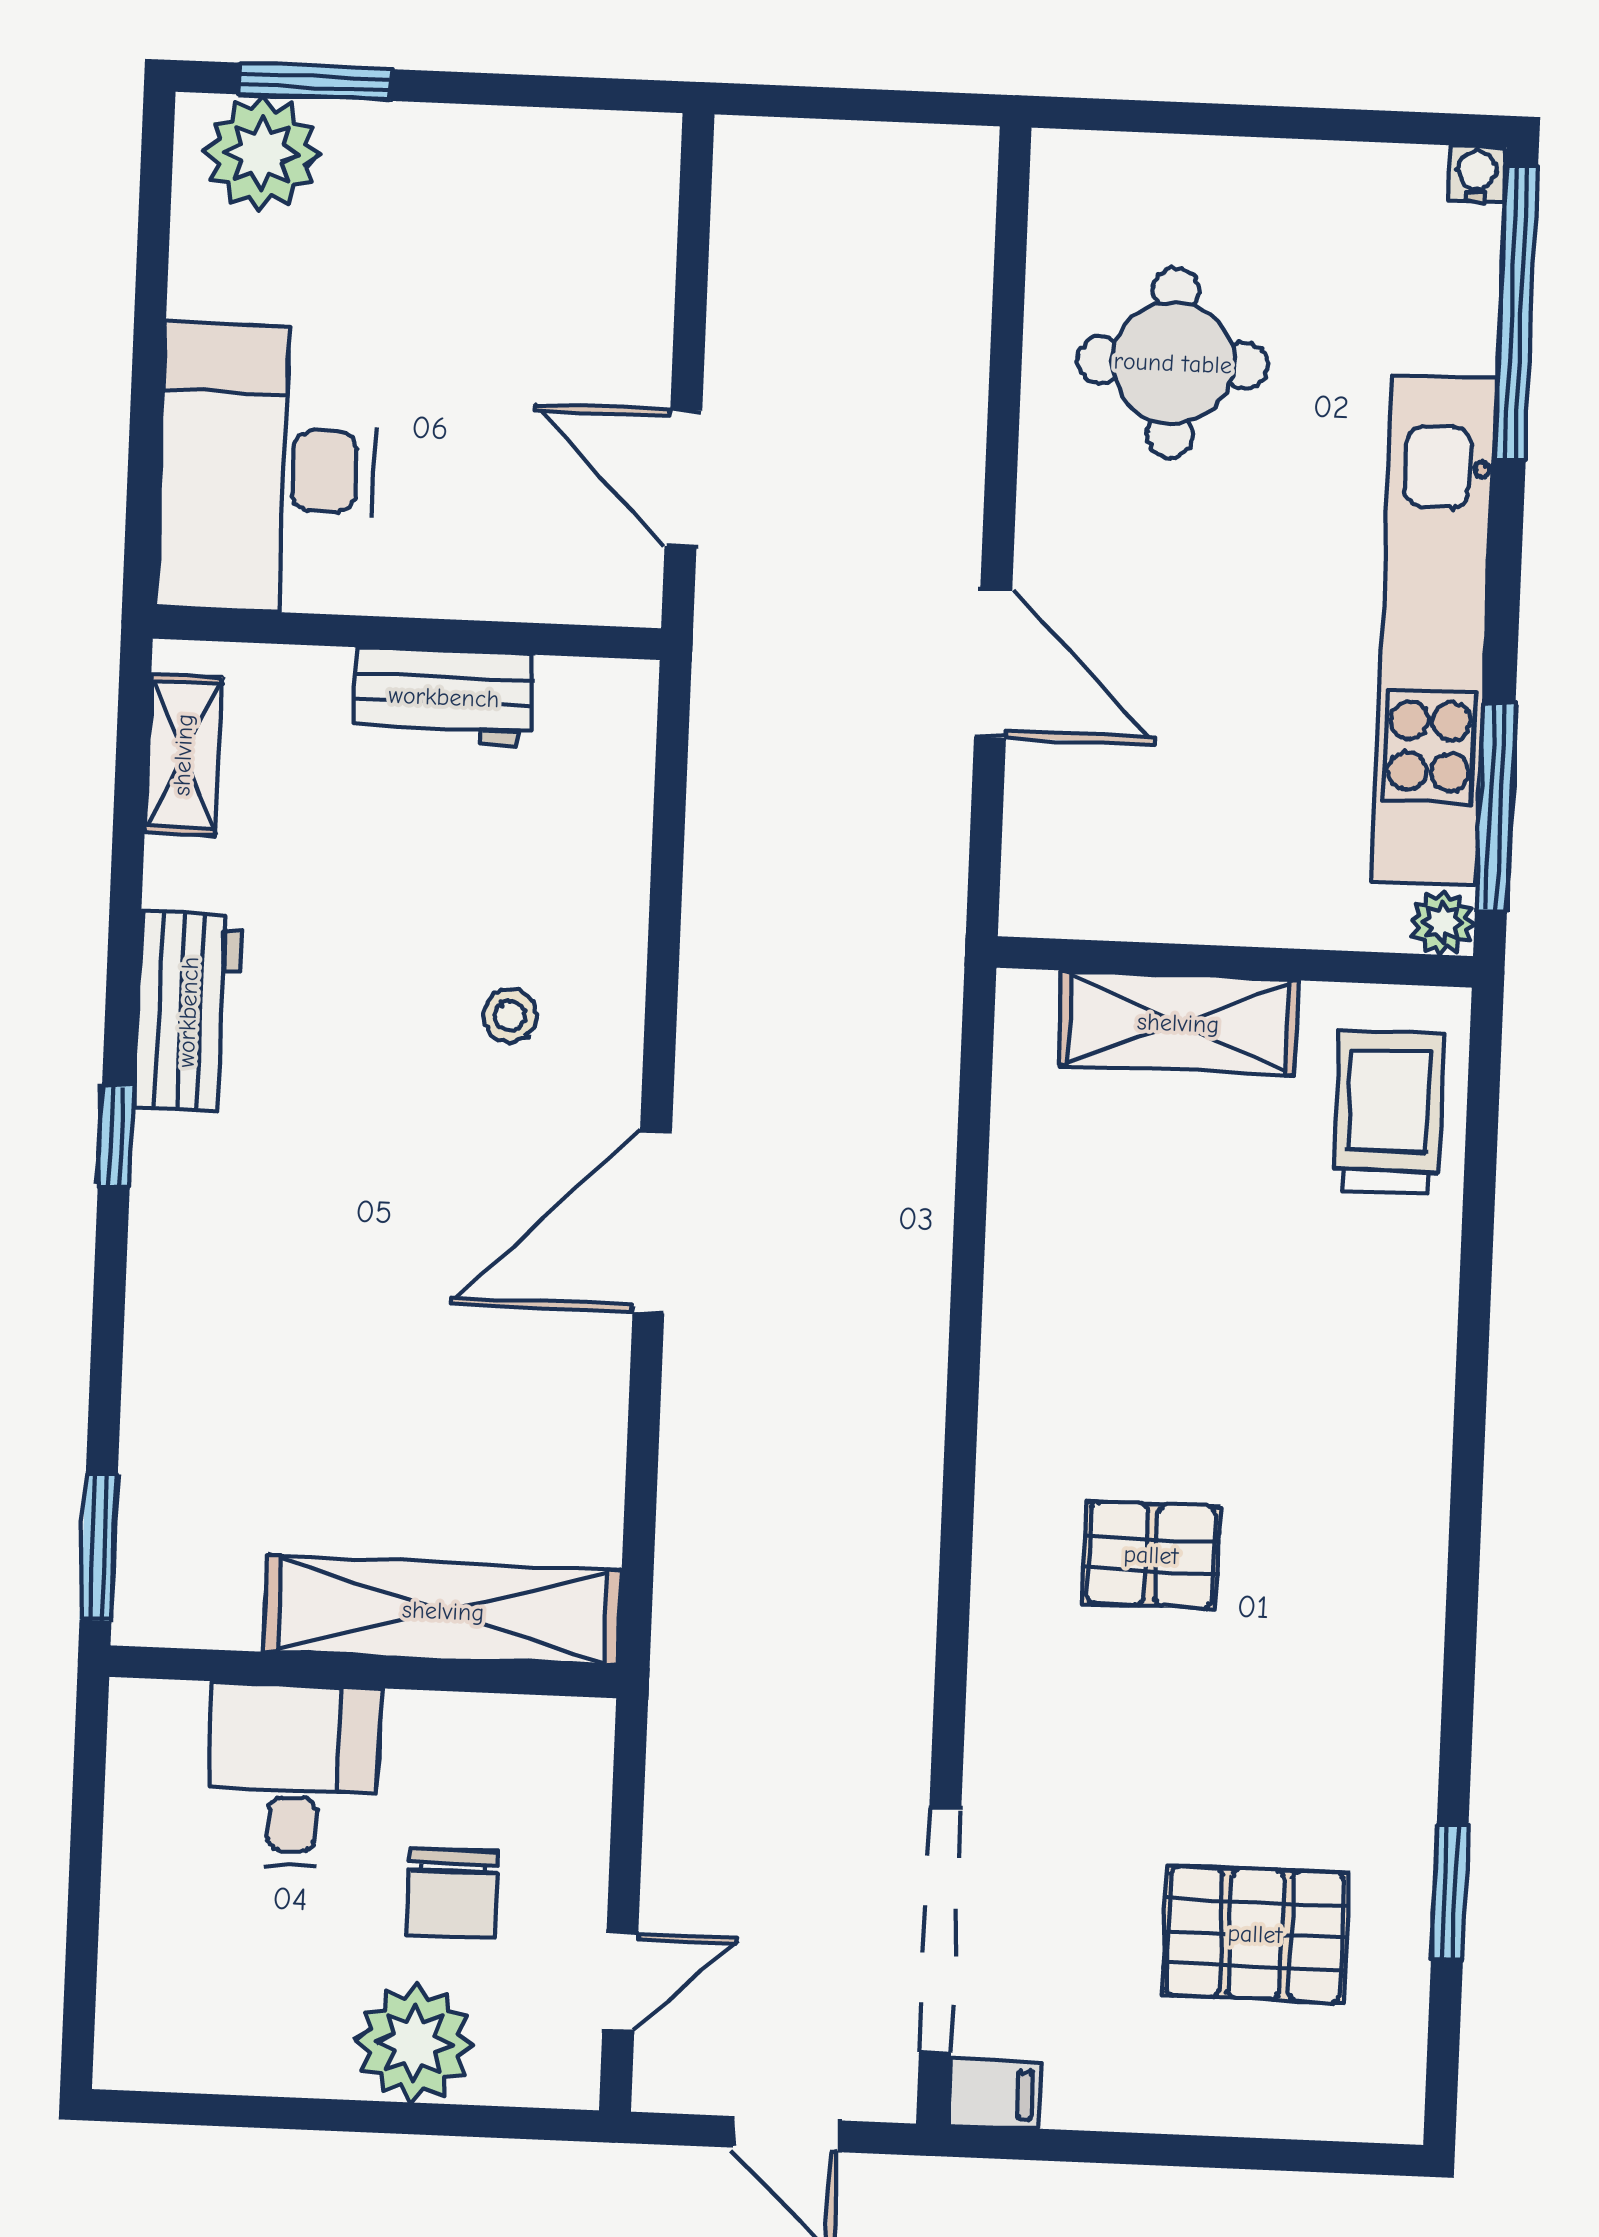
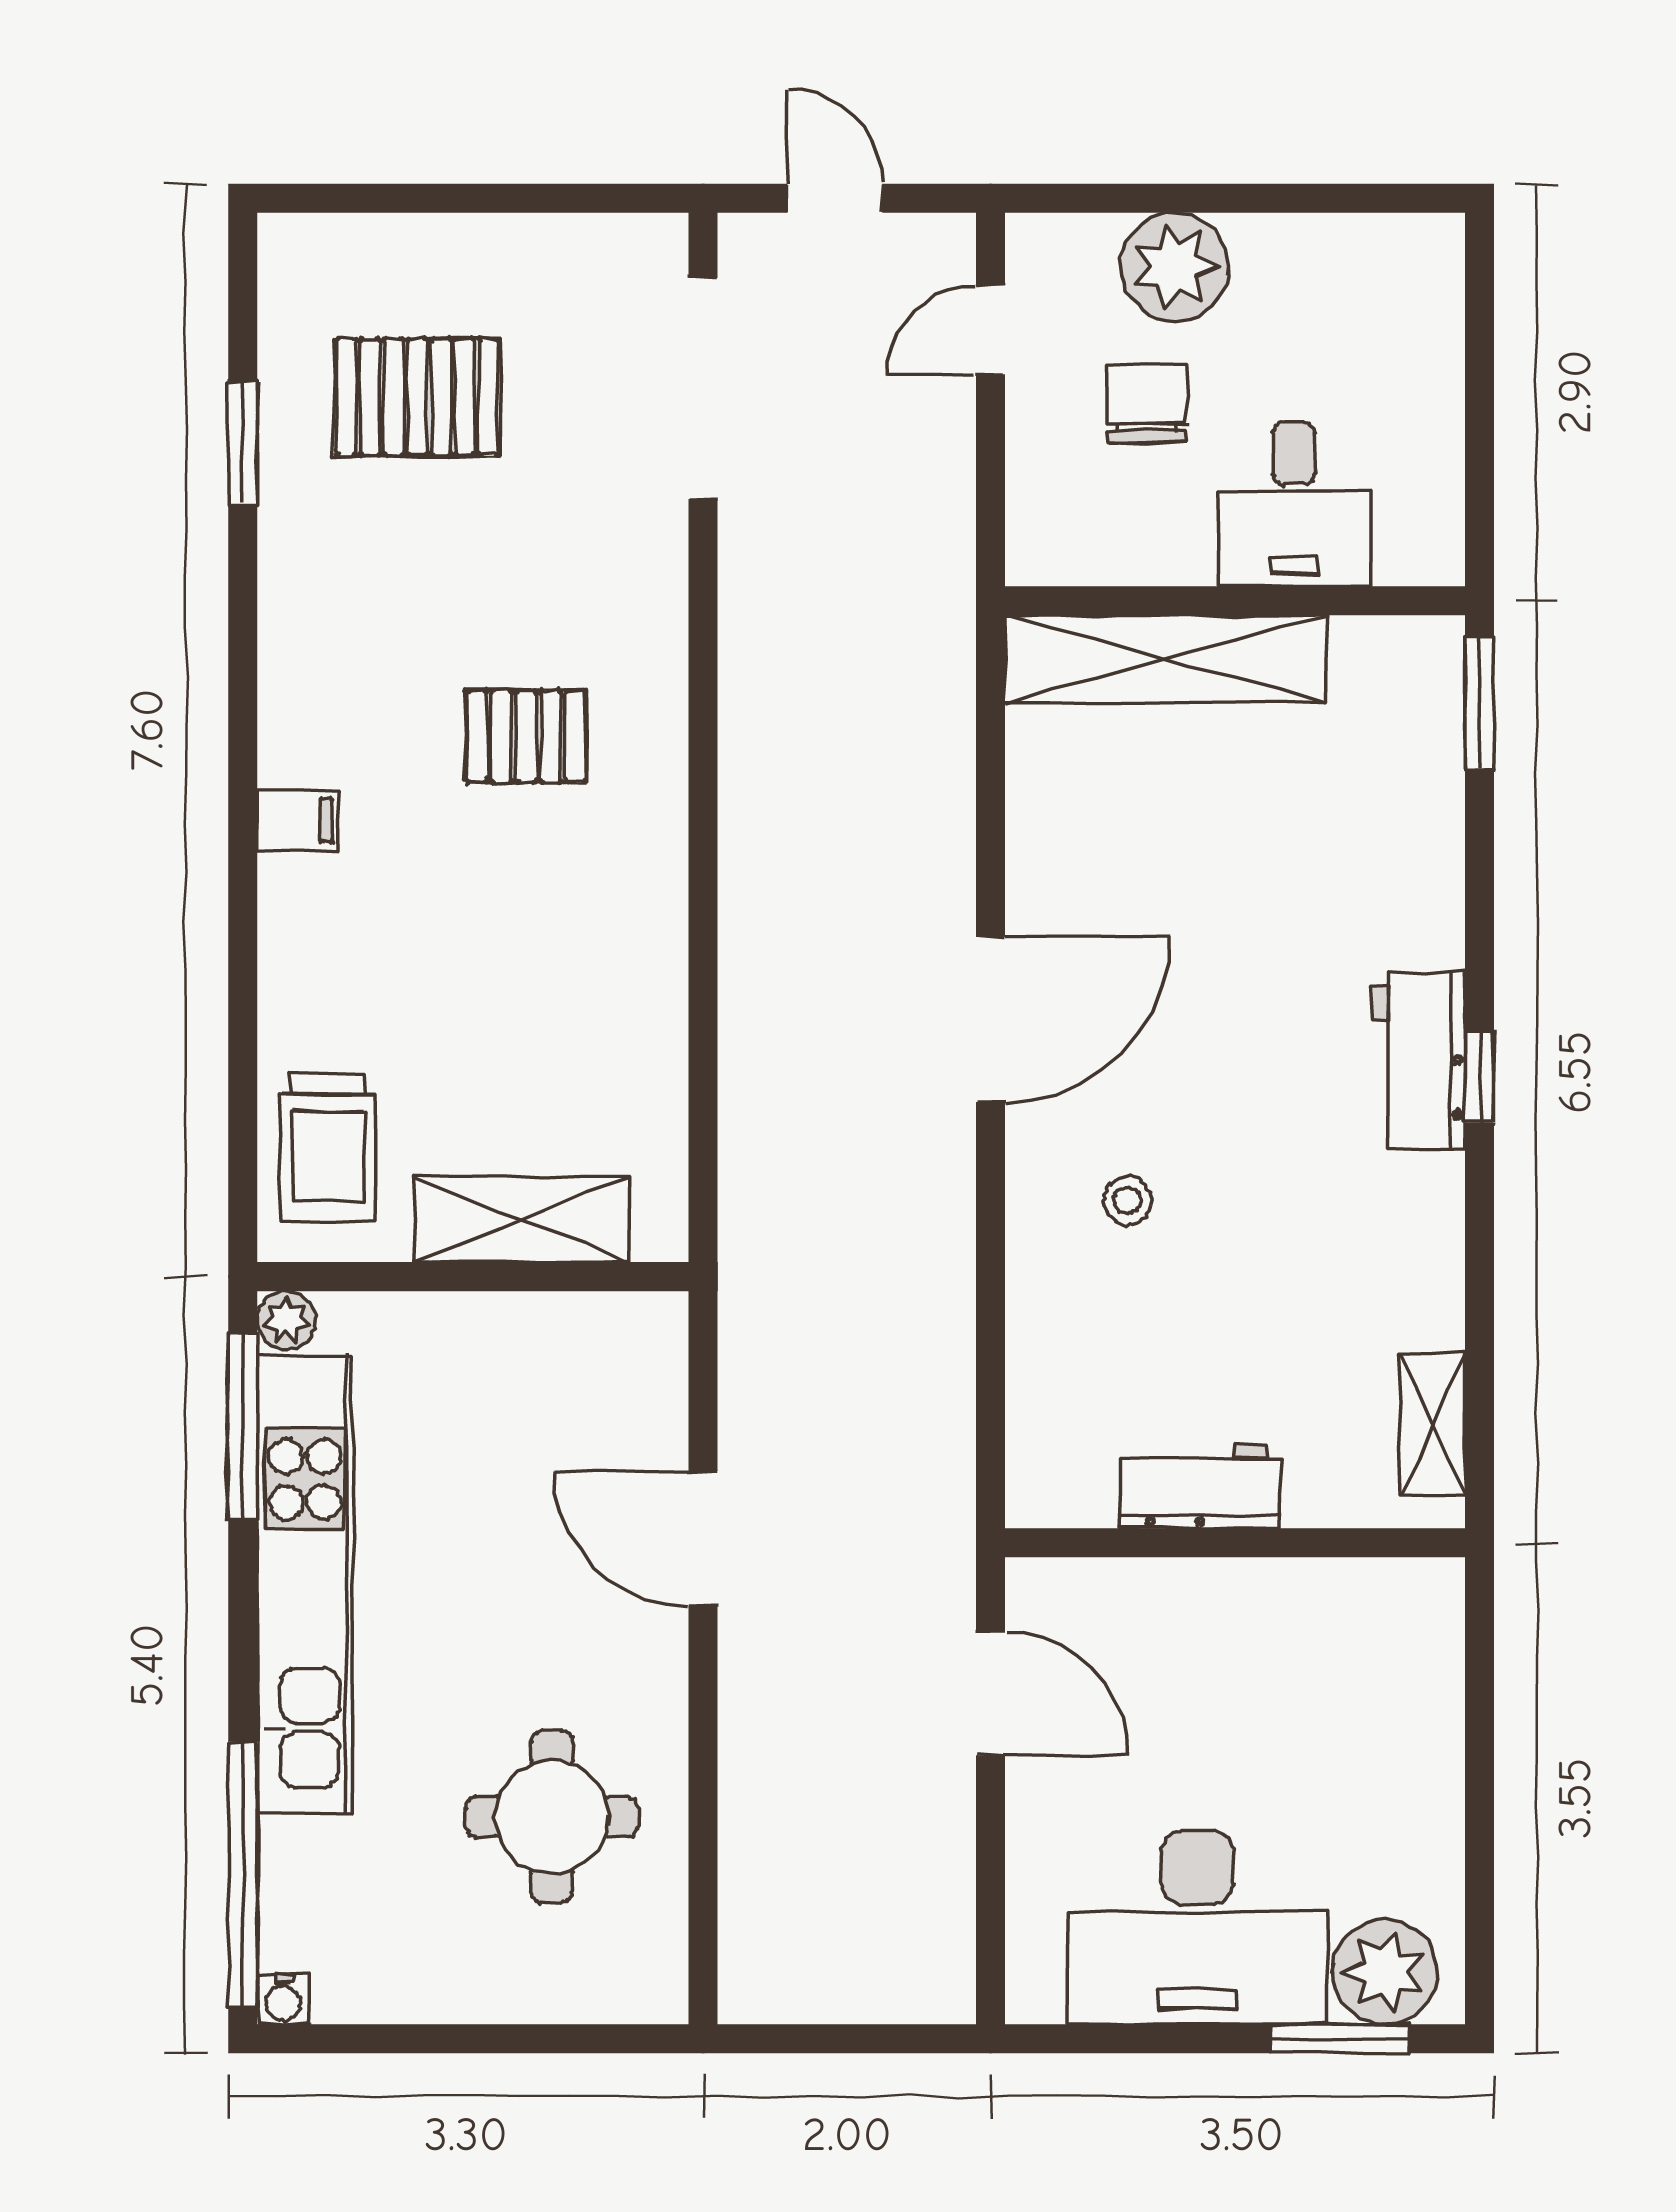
desk: (267, 469) -> (1197, 1927), moved, turned 90
workbench: (188, 1012) -> (1419, 1061), moved
filing cabinet: (994, 2093) -> (298, 820), moved, turned 180

